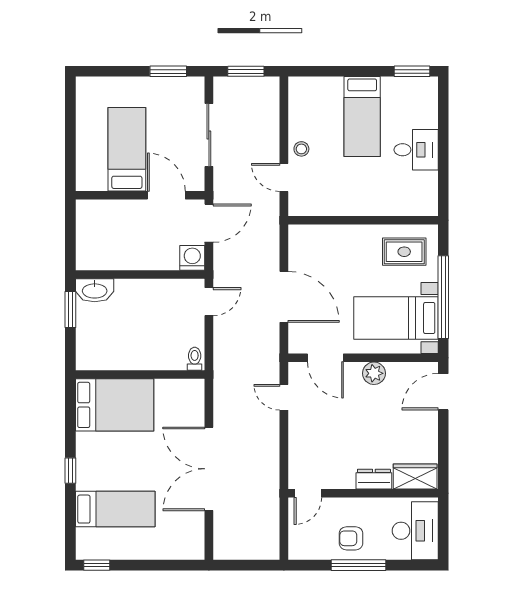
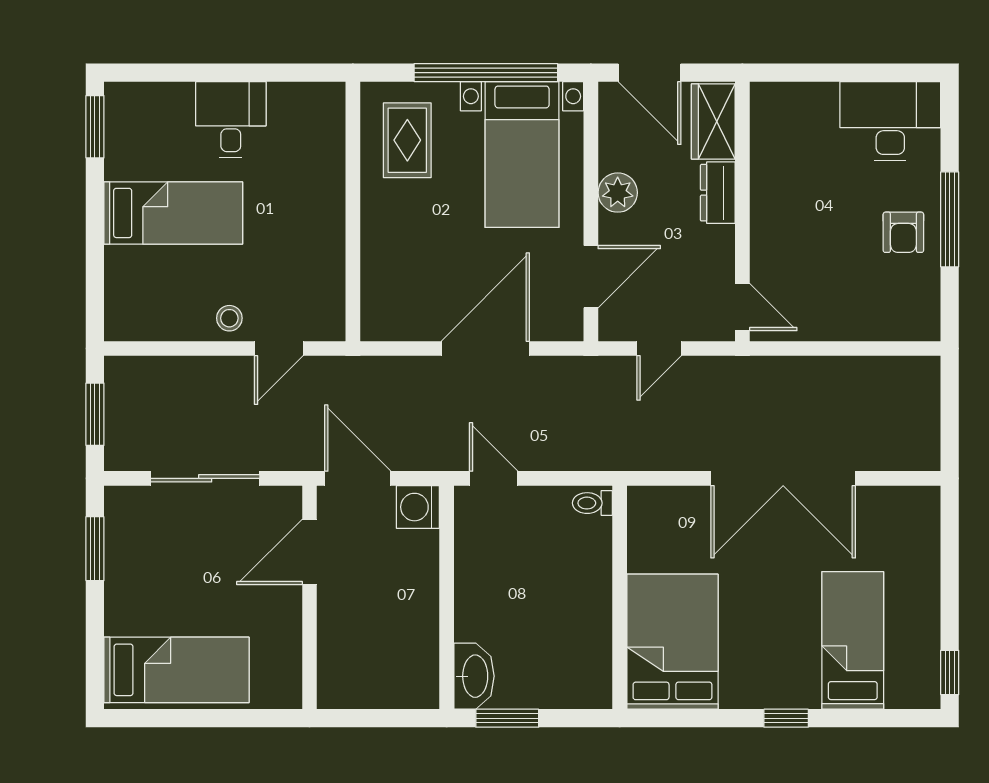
bed: (127, 149) -> (176, 670), moved, turned 180
wardrobe: (415, 476) -> (713, 121), moved
dresser: (374, 479) -> (718, 193), moved
door: (308, 493) -> (742, 307), moved
wall: (363, 493) -> (742, 211), moved

